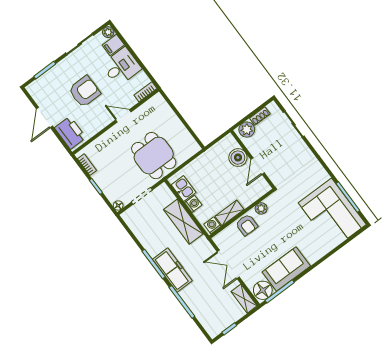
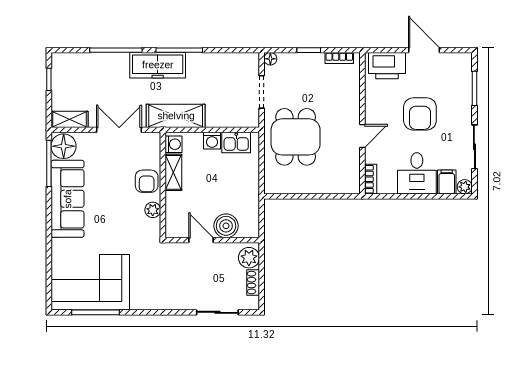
dining table: (154, 156) -> (296, 137), turned 90
shelving: (183, 222) -> (176, 116), moved
armchair: (247, 225) -> (147, 181), turned -90
sofa: (286, 269) -> (68, 199), width x1.36

